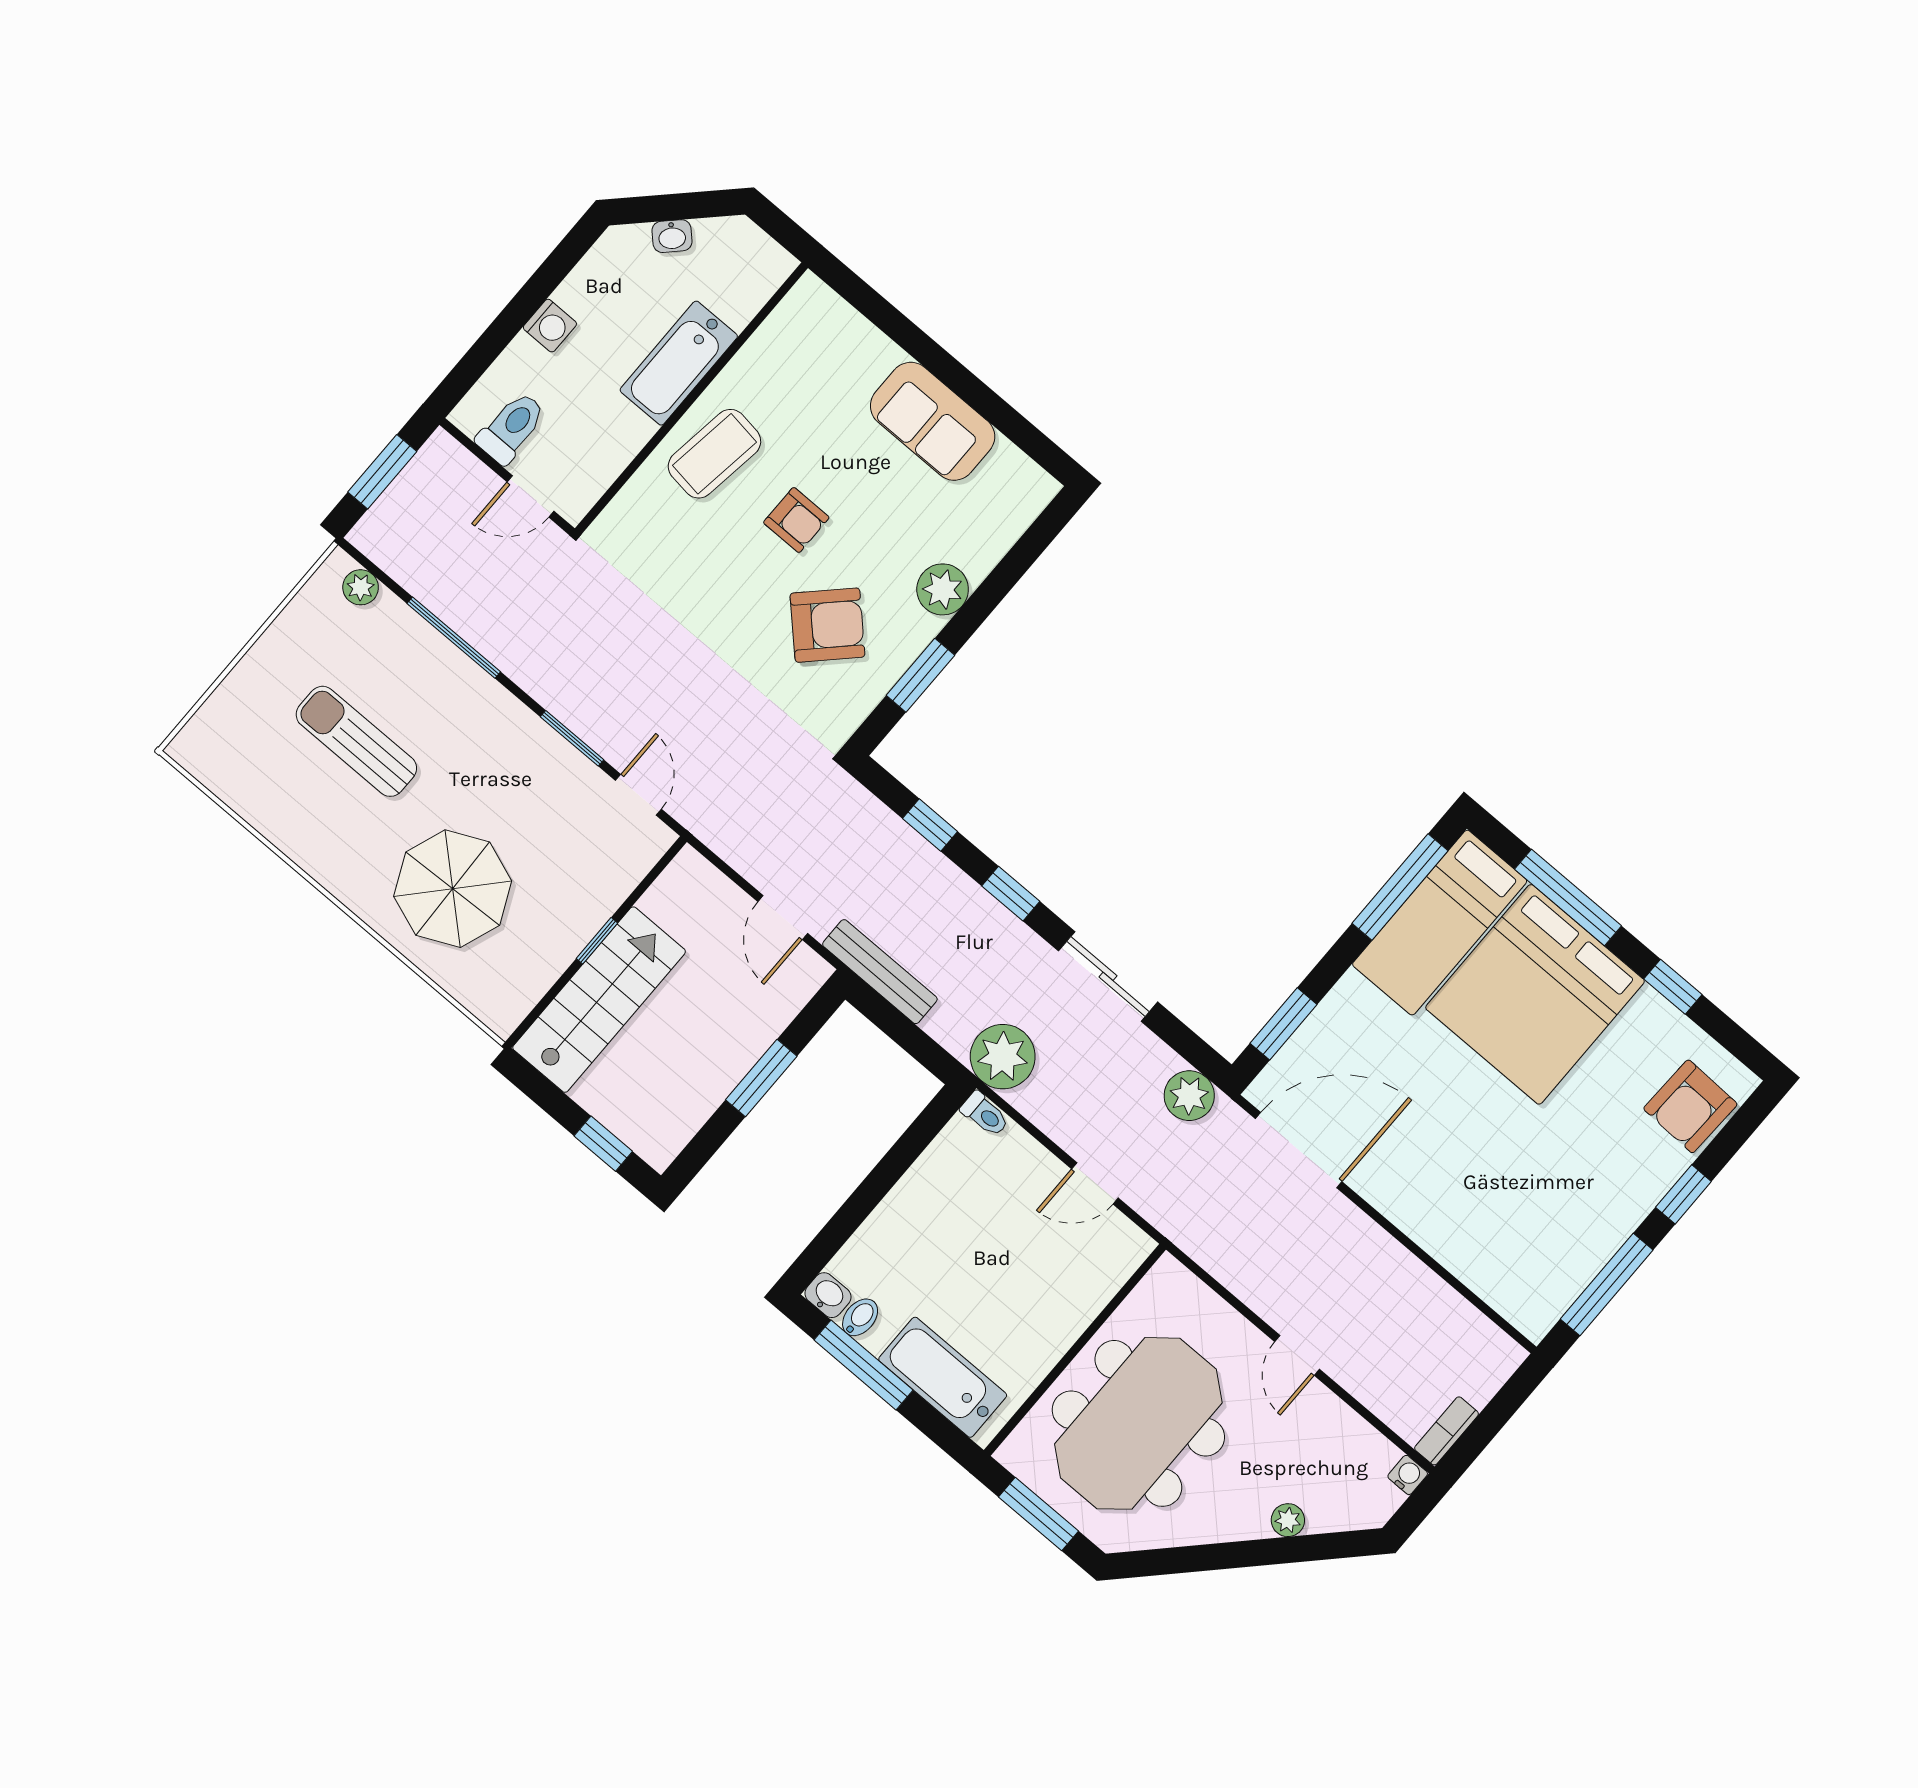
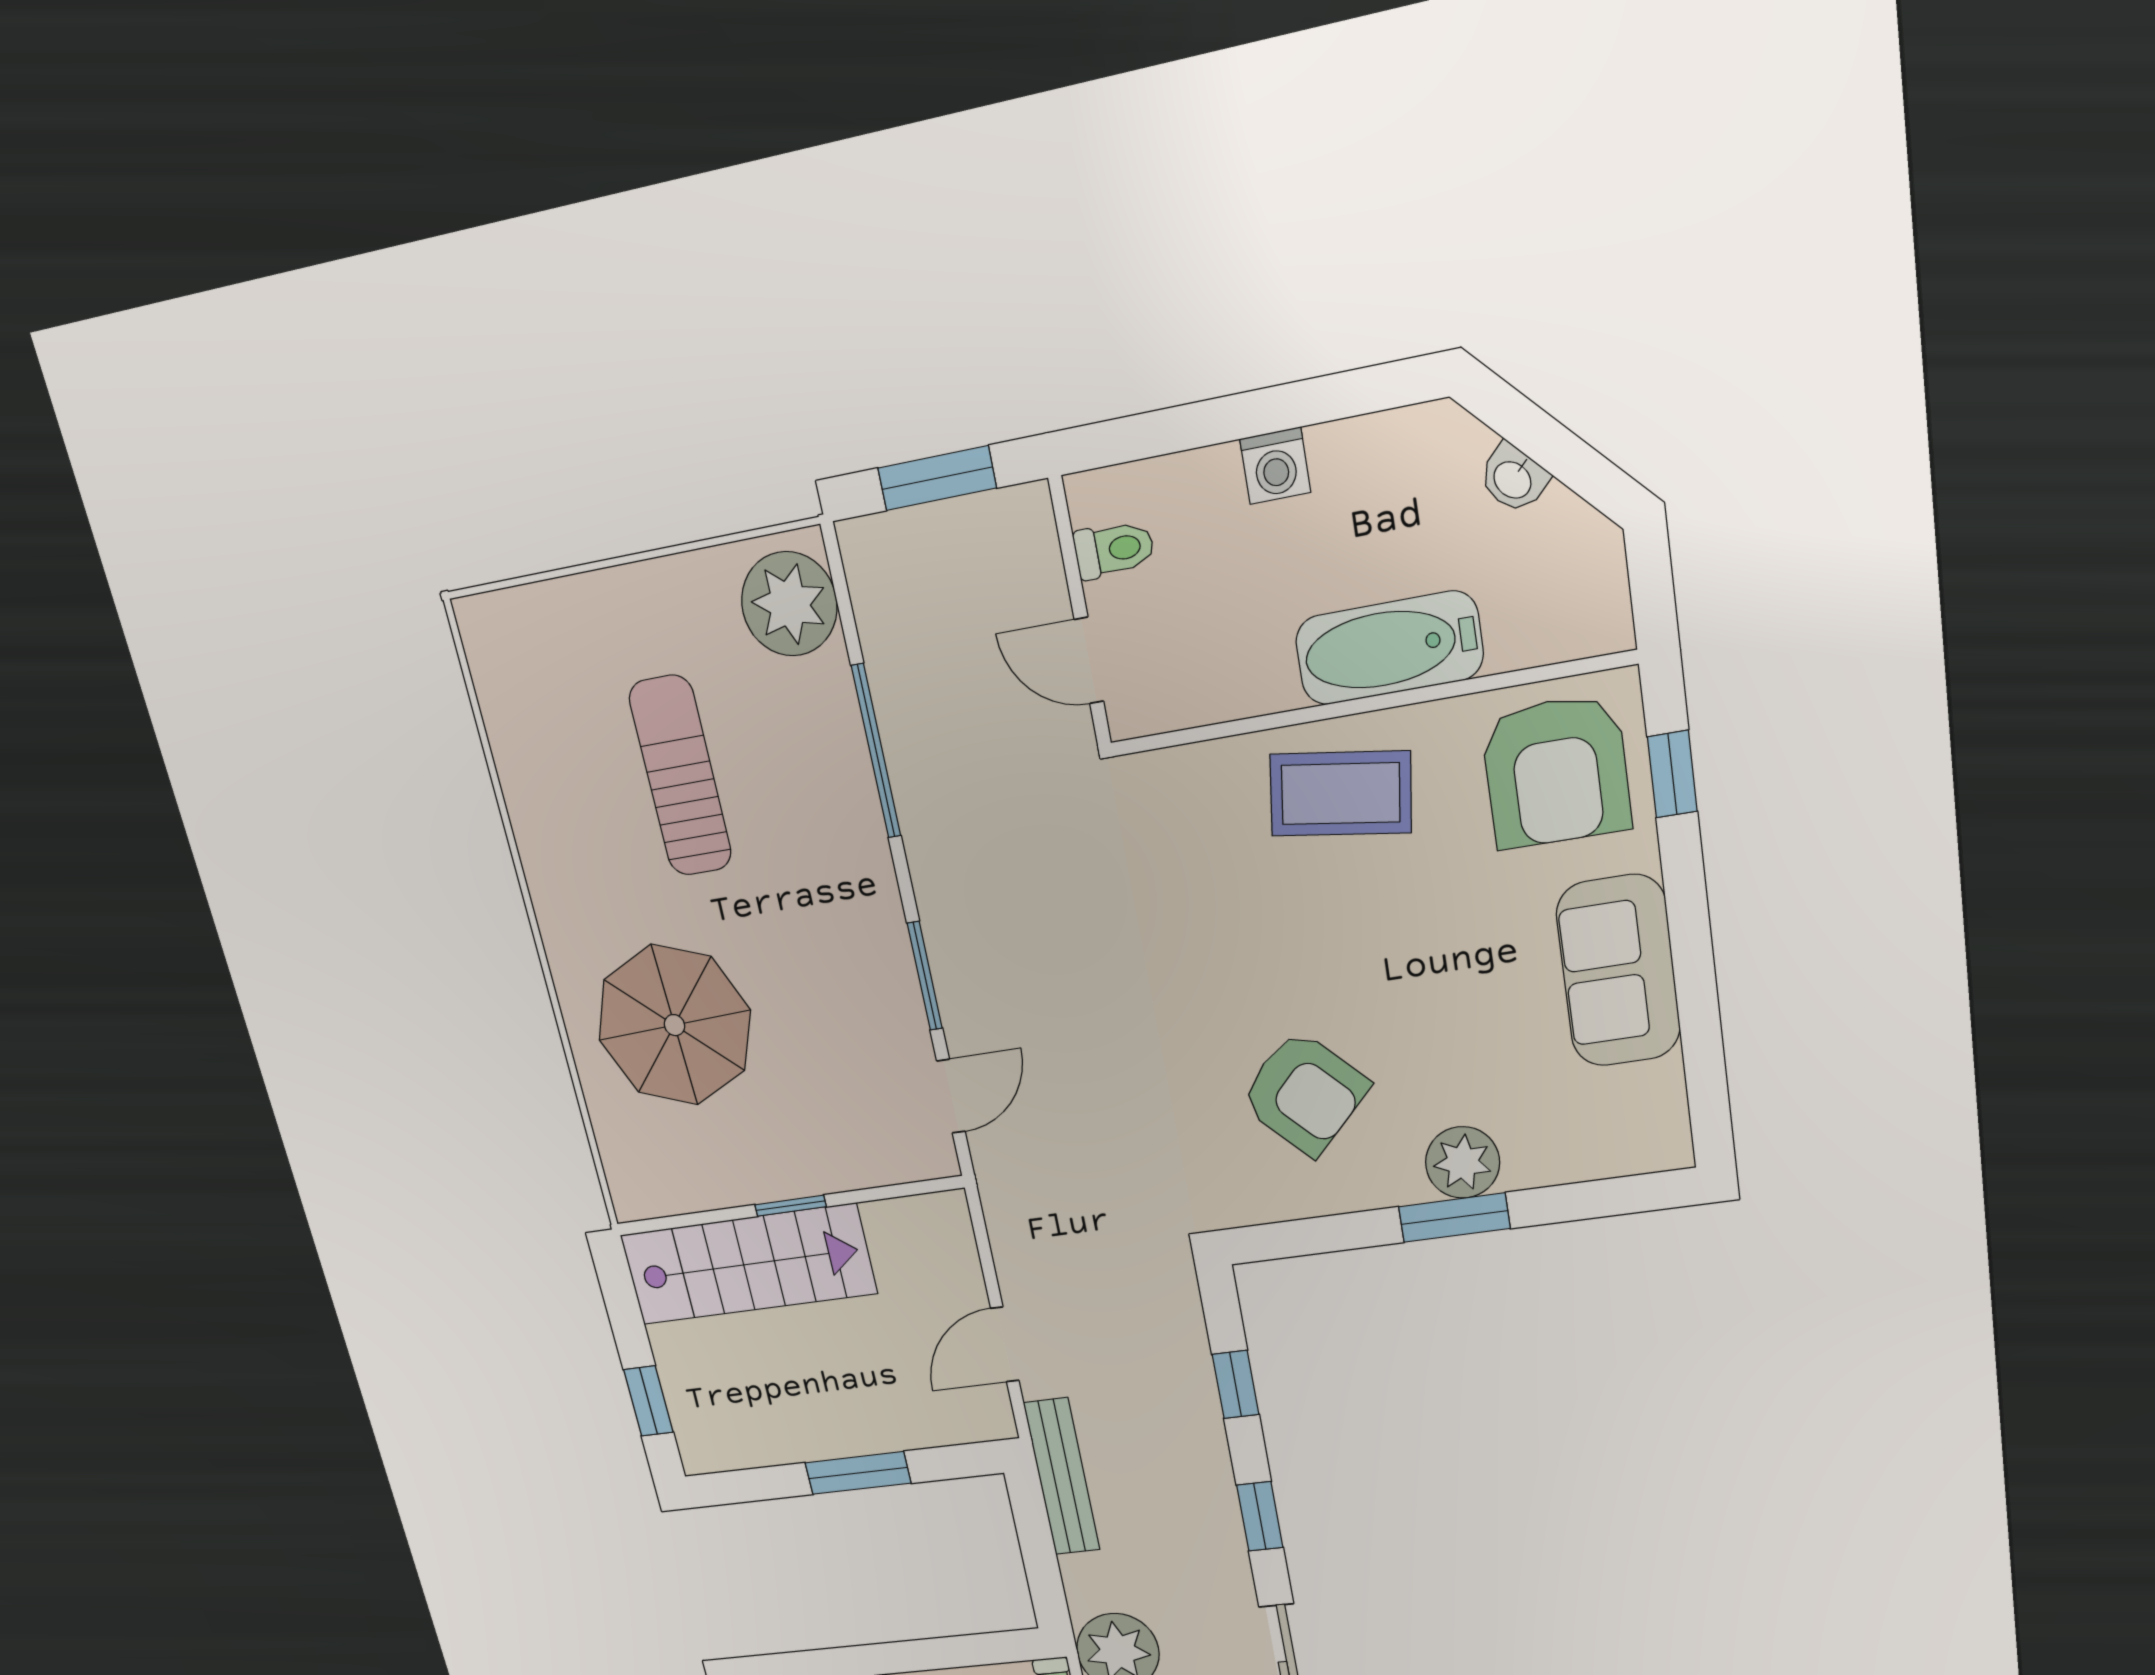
window: (871, 305) -> (1672, 774), added
toilet: (511, 428) -> (1114, 550), width x0.73, depth x0.72
armchair: (796, 520) -> (1556, 771), moved, width x1.88, depth x1.88
plant: (361, 587) -> (789, 604), width x1.88, depth x1.88
window: (920, 675) -> (1454, 1218), moved

